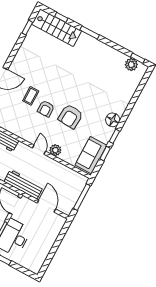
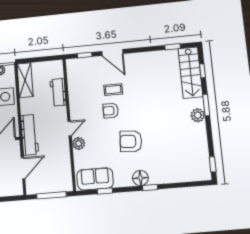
plant: (131, 65) -> (198, 115), moved
armchair: (71, 116) -> (131, 141), moved
window: (114, 136) -> (150, 187), moved

